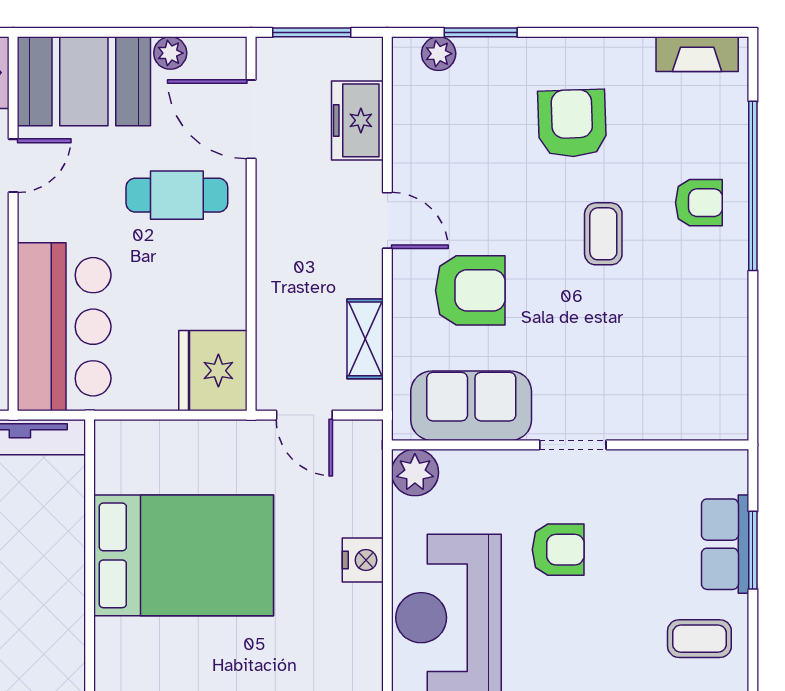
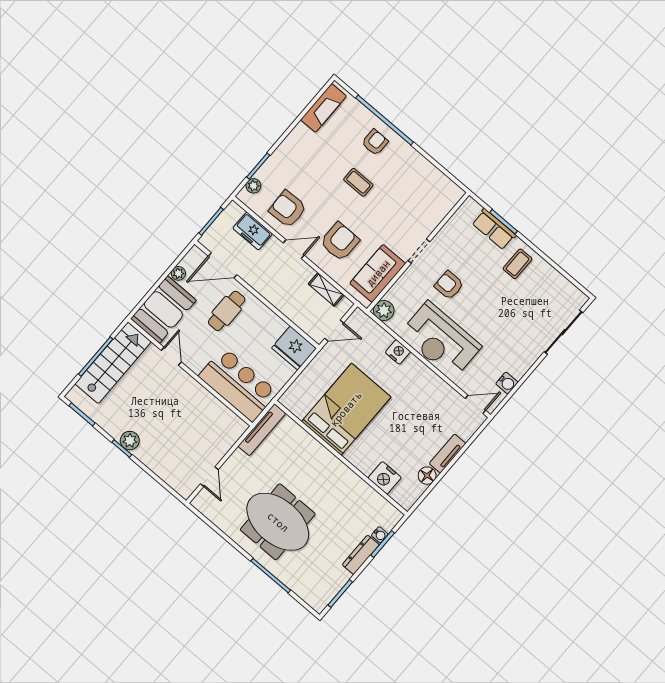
fireplace: (697, 54) -> (323, 108), width x1.37, depth x1.32
armchair: (572, 123) -> (288, 209), moved
armchair: (558, 550) -> (449, 285), turned -90

